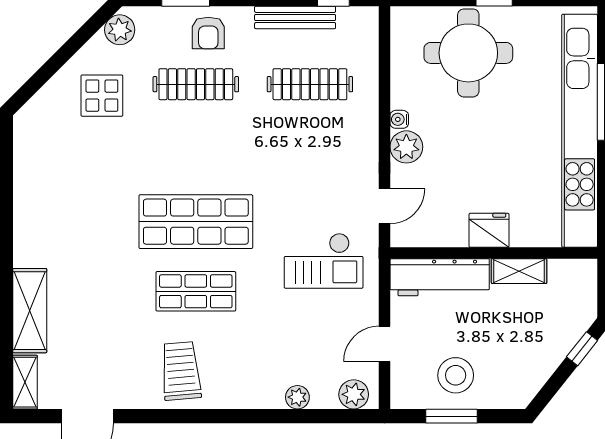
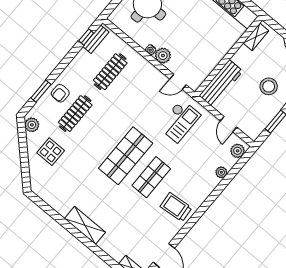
bench: (295, 17) -> (96, 39), moved, width x0.73
armchair: (208, 33) -> (60, 93), turned 90
door: (384, 206) -> (178, 82), swing flipped
fridge: (489, 230) -> (219, 51), removed
shelving: (519, 271) -> (256, 37), moved
shelving: (30, 311) -> (85, 225), moved
stool: (456, 375) -> (269, 86), moved

